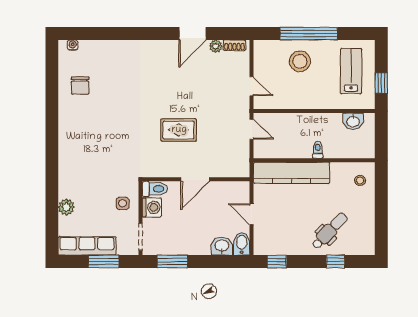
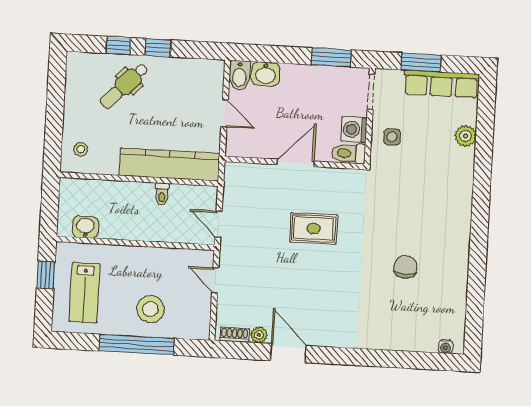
door: (192, 34) -> (288, 353), hinge flipped
chair: (80, 86) -> (406, 267), moved
toilet: (318, 150) -> (162, 194), moved
window: (277, 261) -> (158, 48), moved

